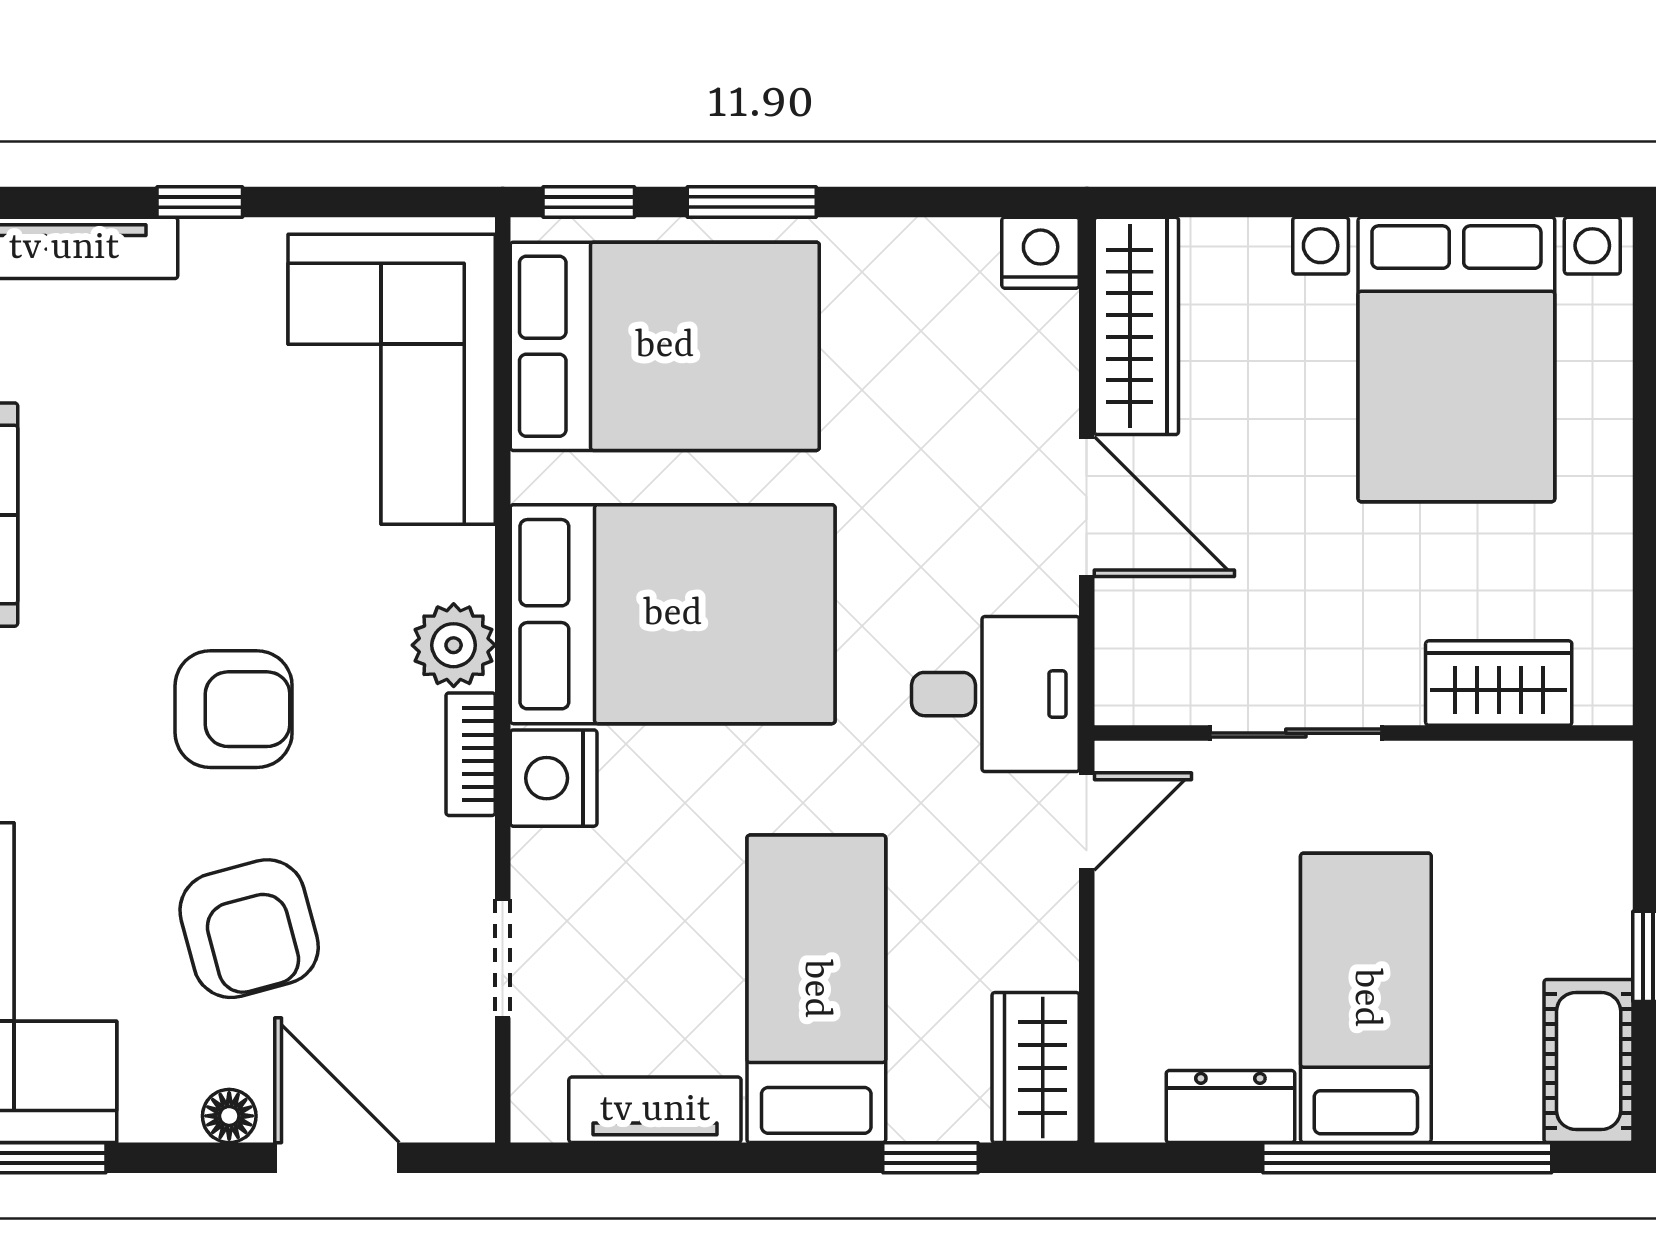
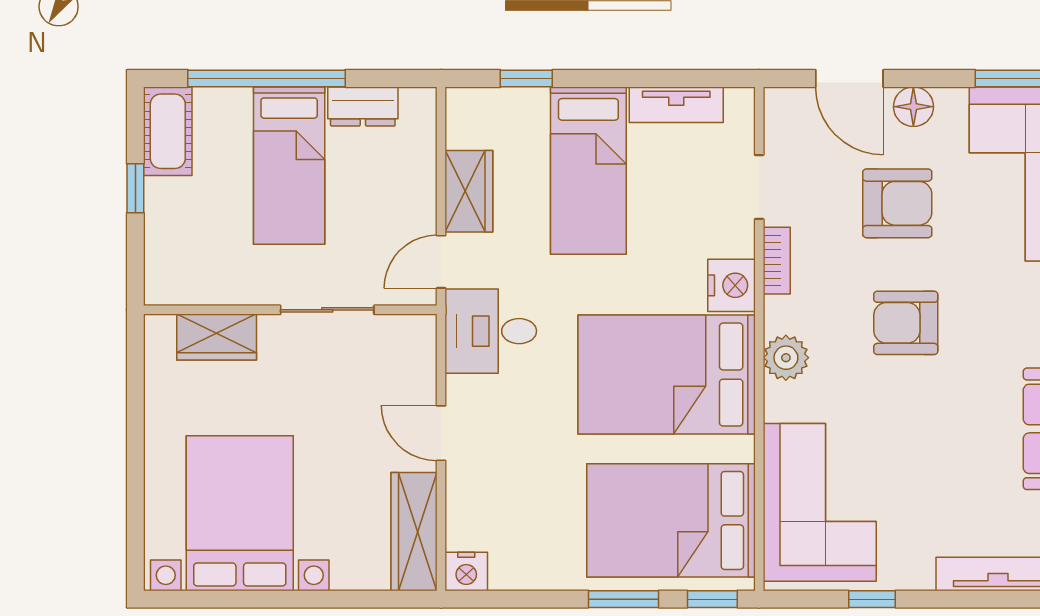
window: (200, 202) -> (872, 599), moved
door: (1087, 507) -> (441, 433), width x0.73
bookcase: (471, 754) -> (777, 261), moved
armchair: (249, 929) -> (897, 203), turned 105
wardrobe: (1036, 1068) -> (469, 191), moved
floor lamp: (229, 1116) -> (913, 107), width x1.37, depth x1.37

